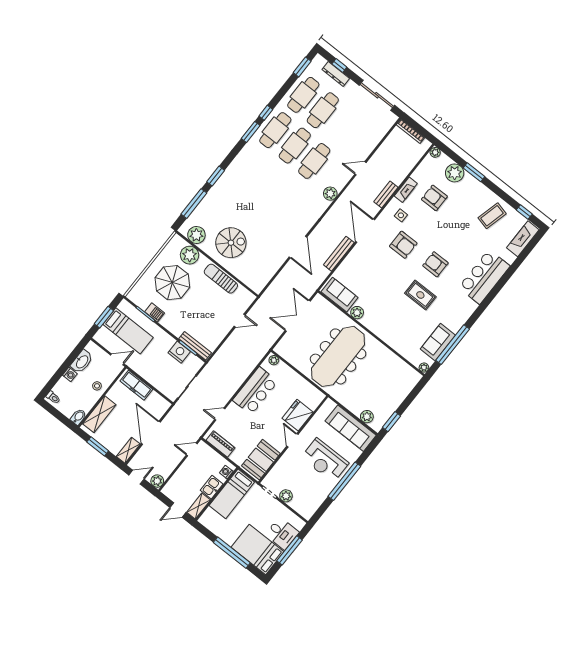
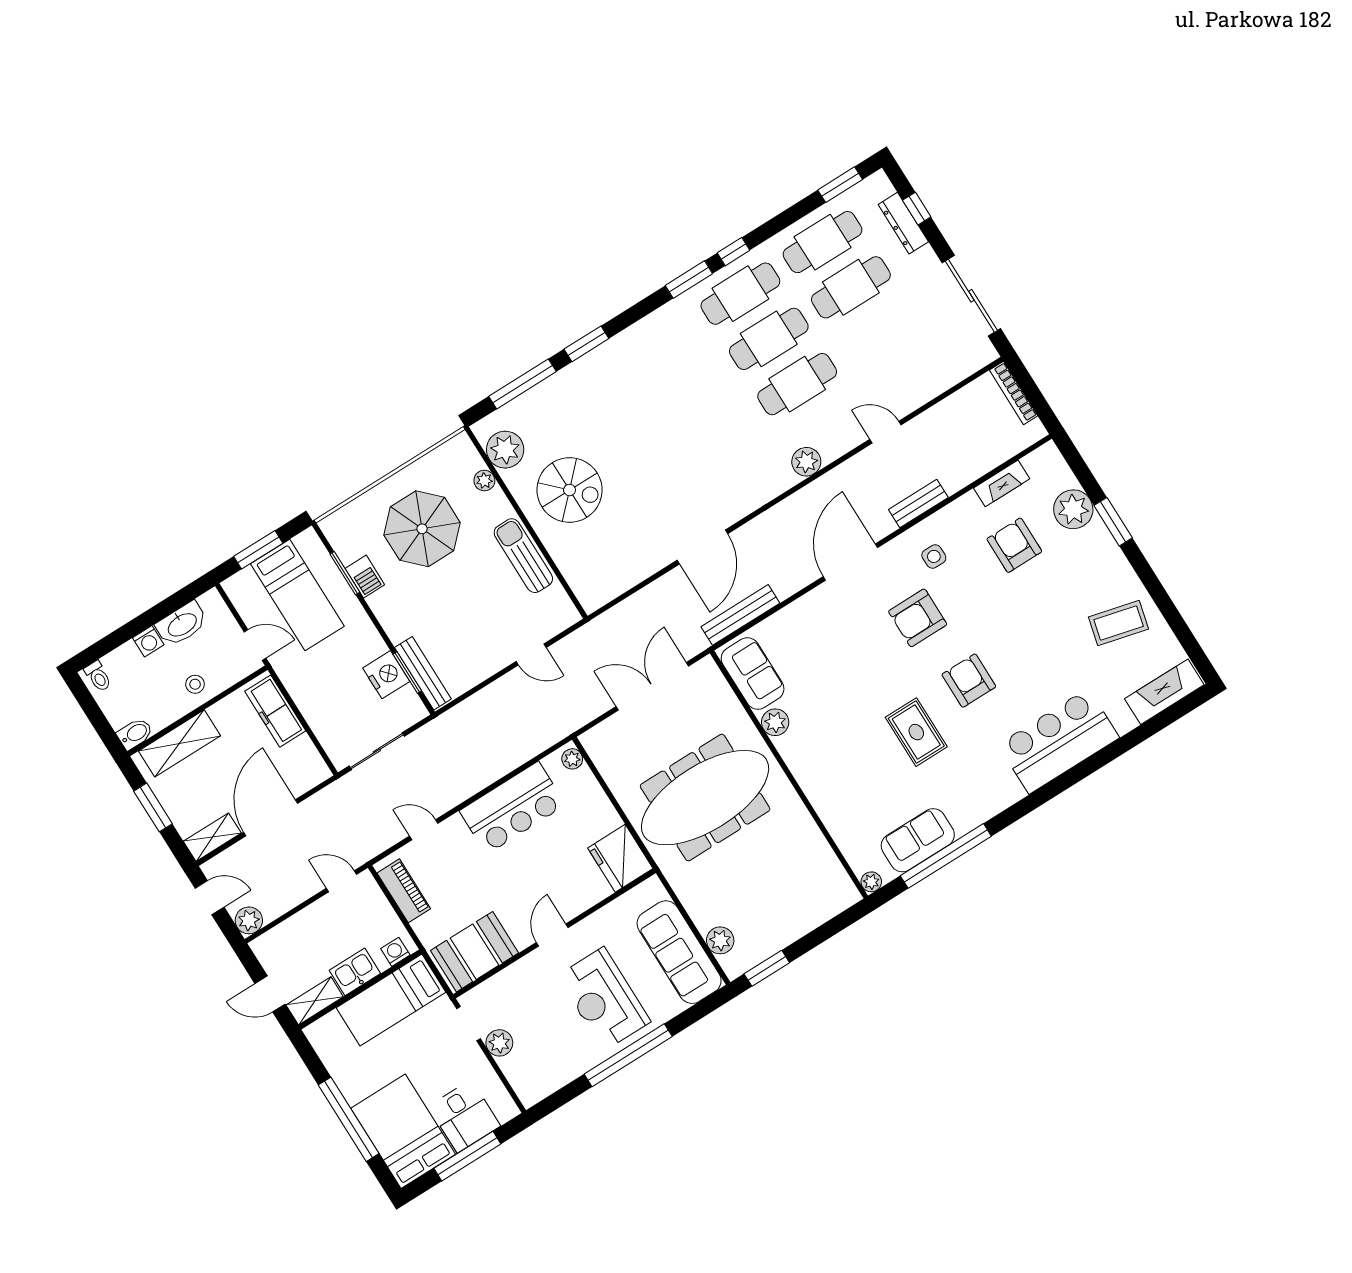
plant: (435, 152) -> (1049, 453), removed
fireplace: (406, 190) -> (1002, 483), moved
window: (524, 212) -> (1186, 638), removed
armchair: (403, 245) -> (918, 618), turned 90
bench: (339, 254) -> (740, 615), moved
plant: (190, 255) -> (484, 481), width x0.53, depth x0.53
fridge: (298, 415) -> (620, 858), moved, turned -90

